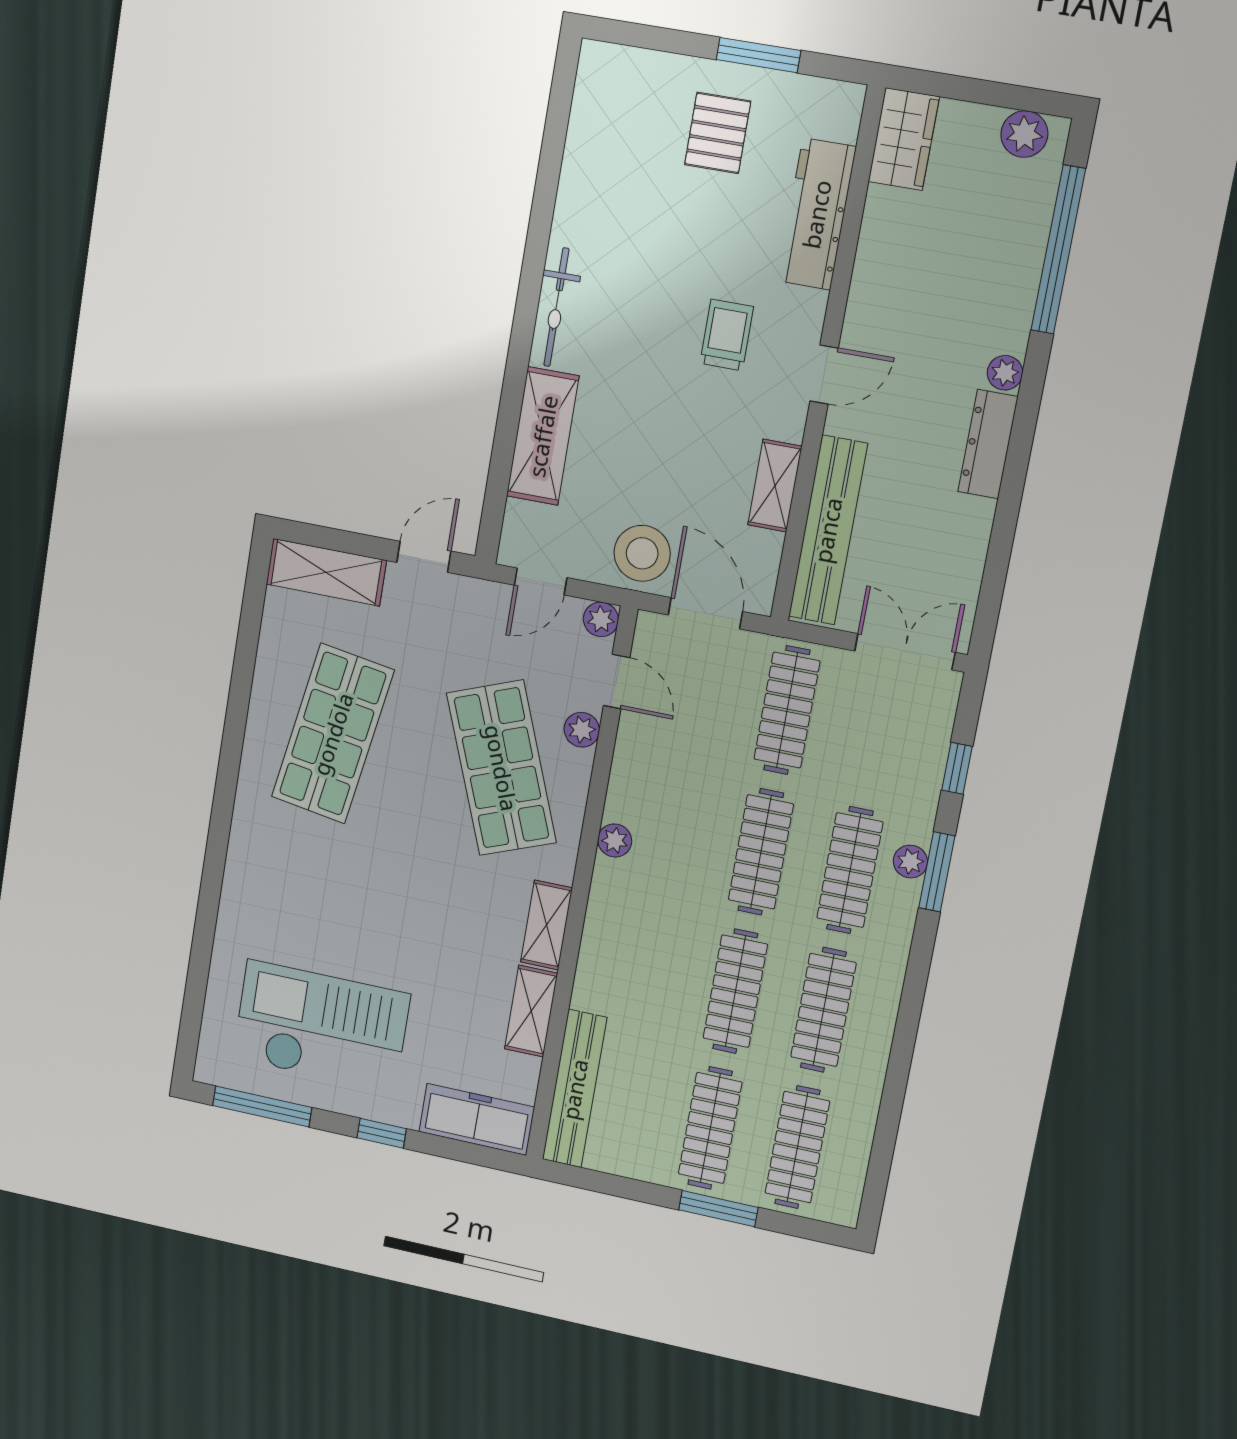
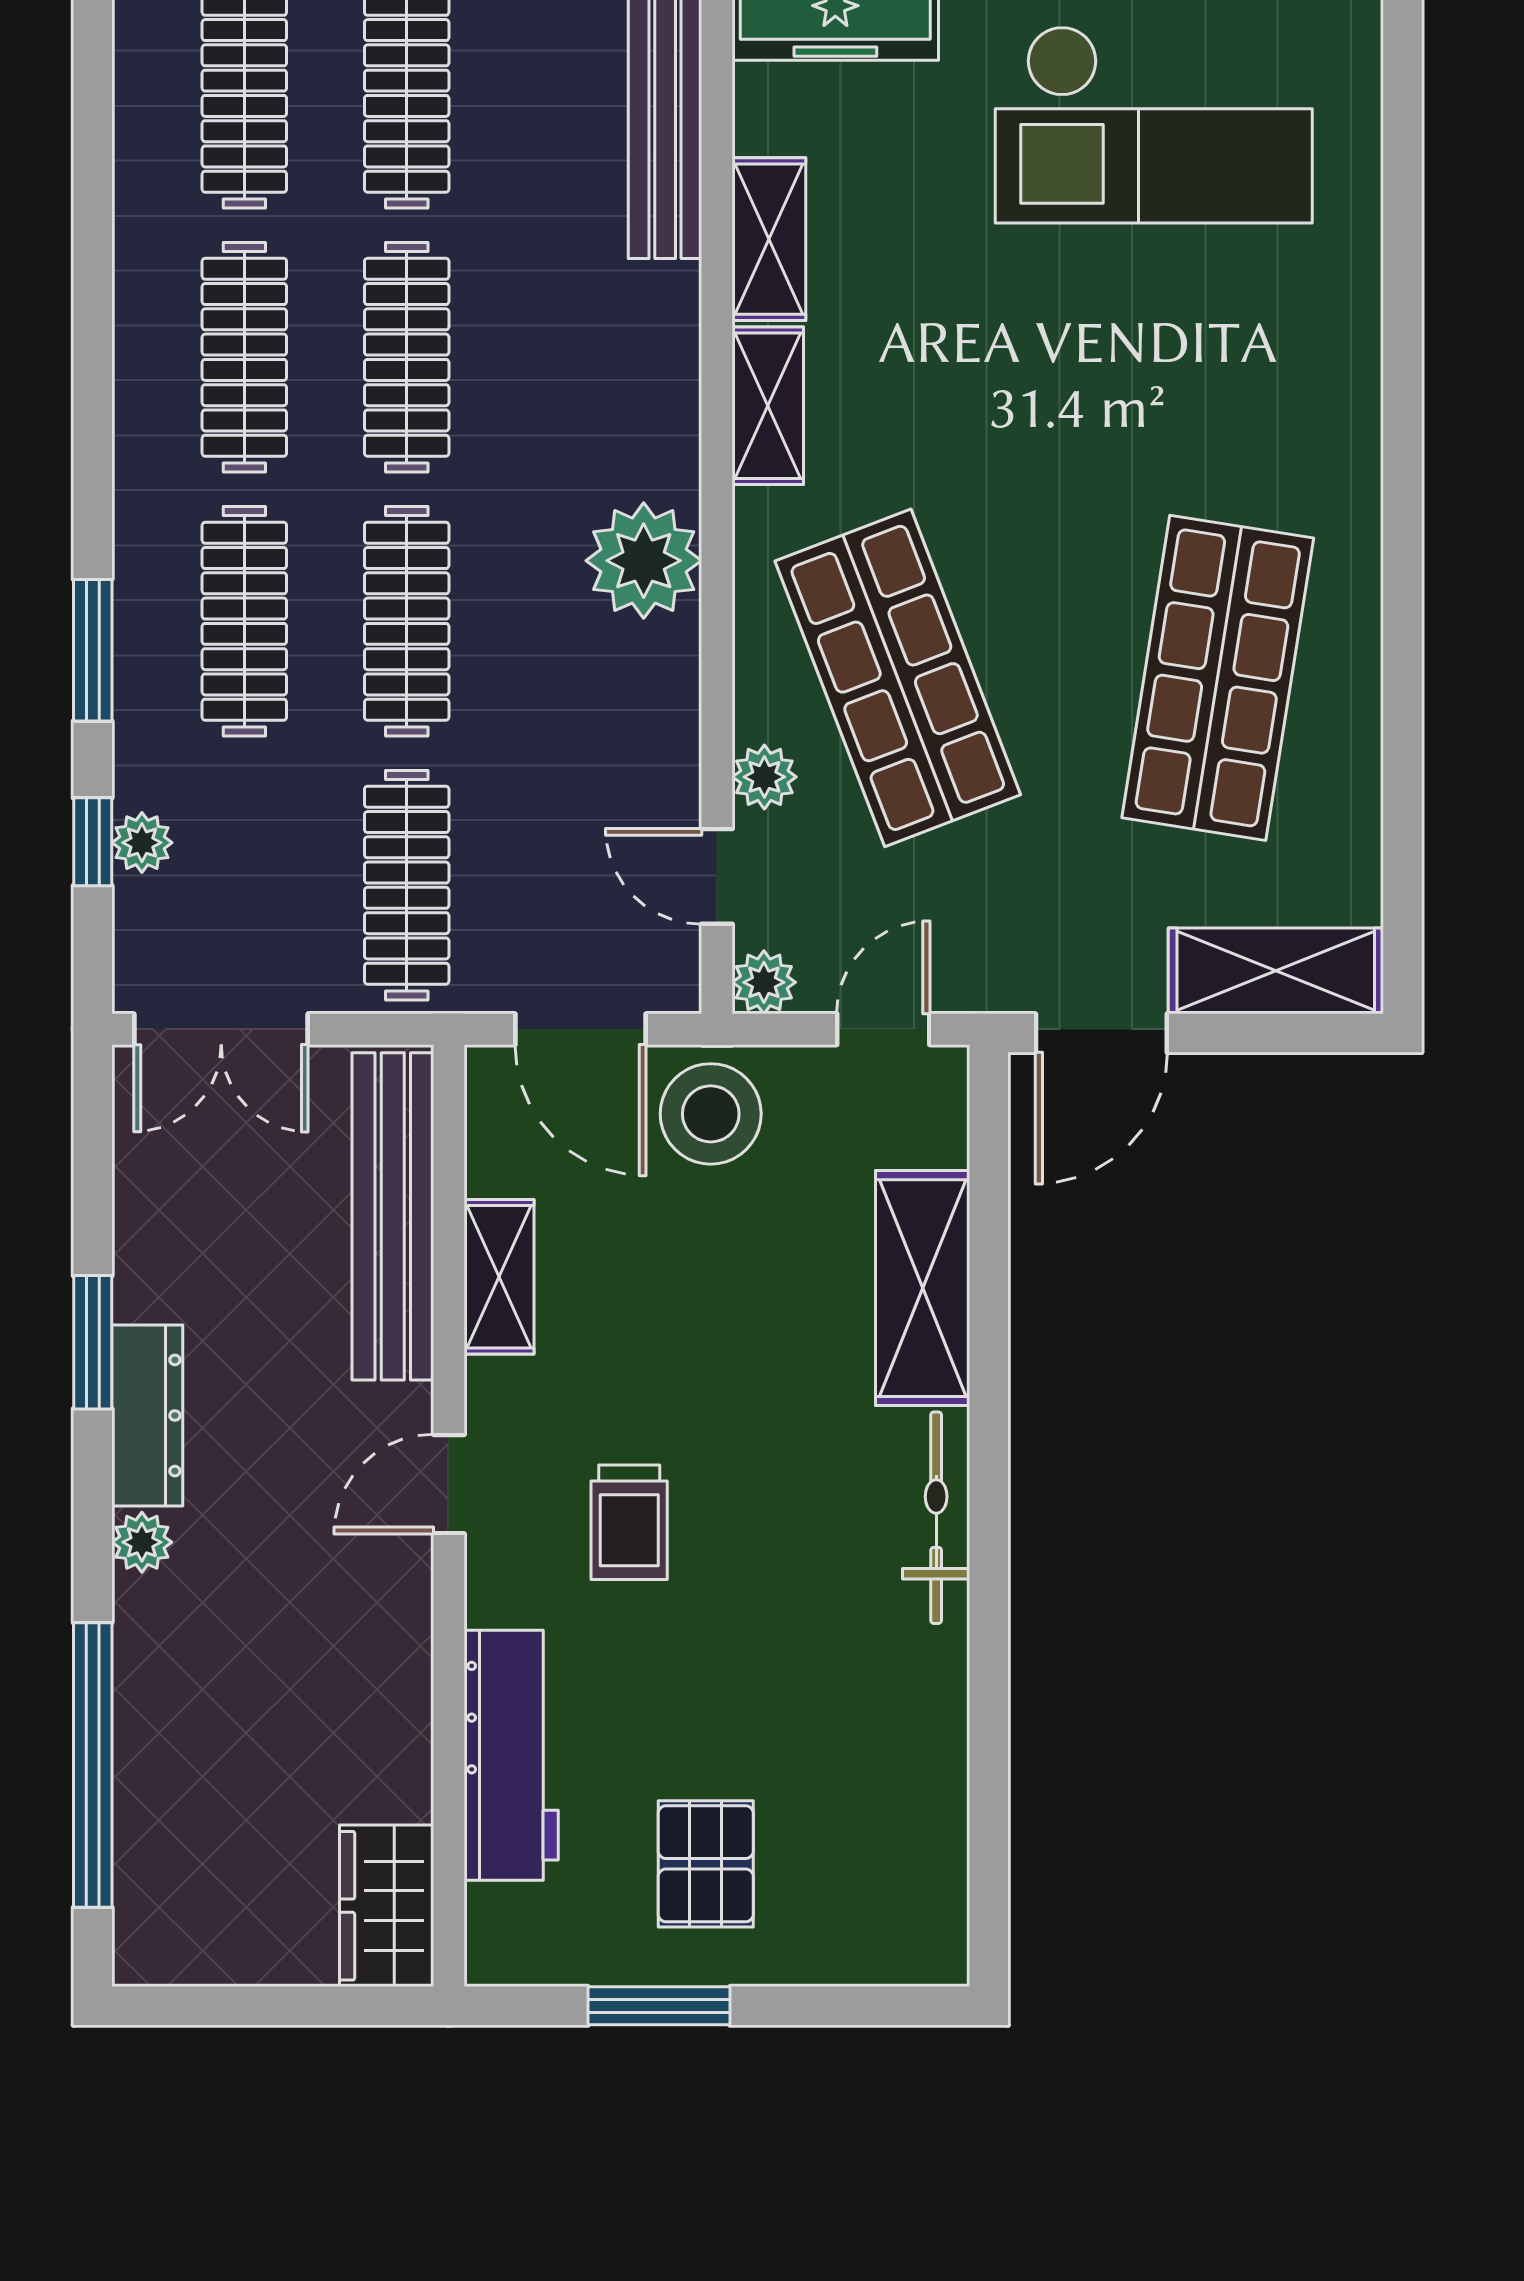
plant: (1024, 134) -> (186, 1947), removed
window: (1011, 491) -> (93, 1342), added
door: (424, 557) -> (1101, 1033), width x1.38
plant: (615, 840) -> (644, 561), width x1.87, depth x1.87
plant: (910, 862) -> (142, 843), moved

